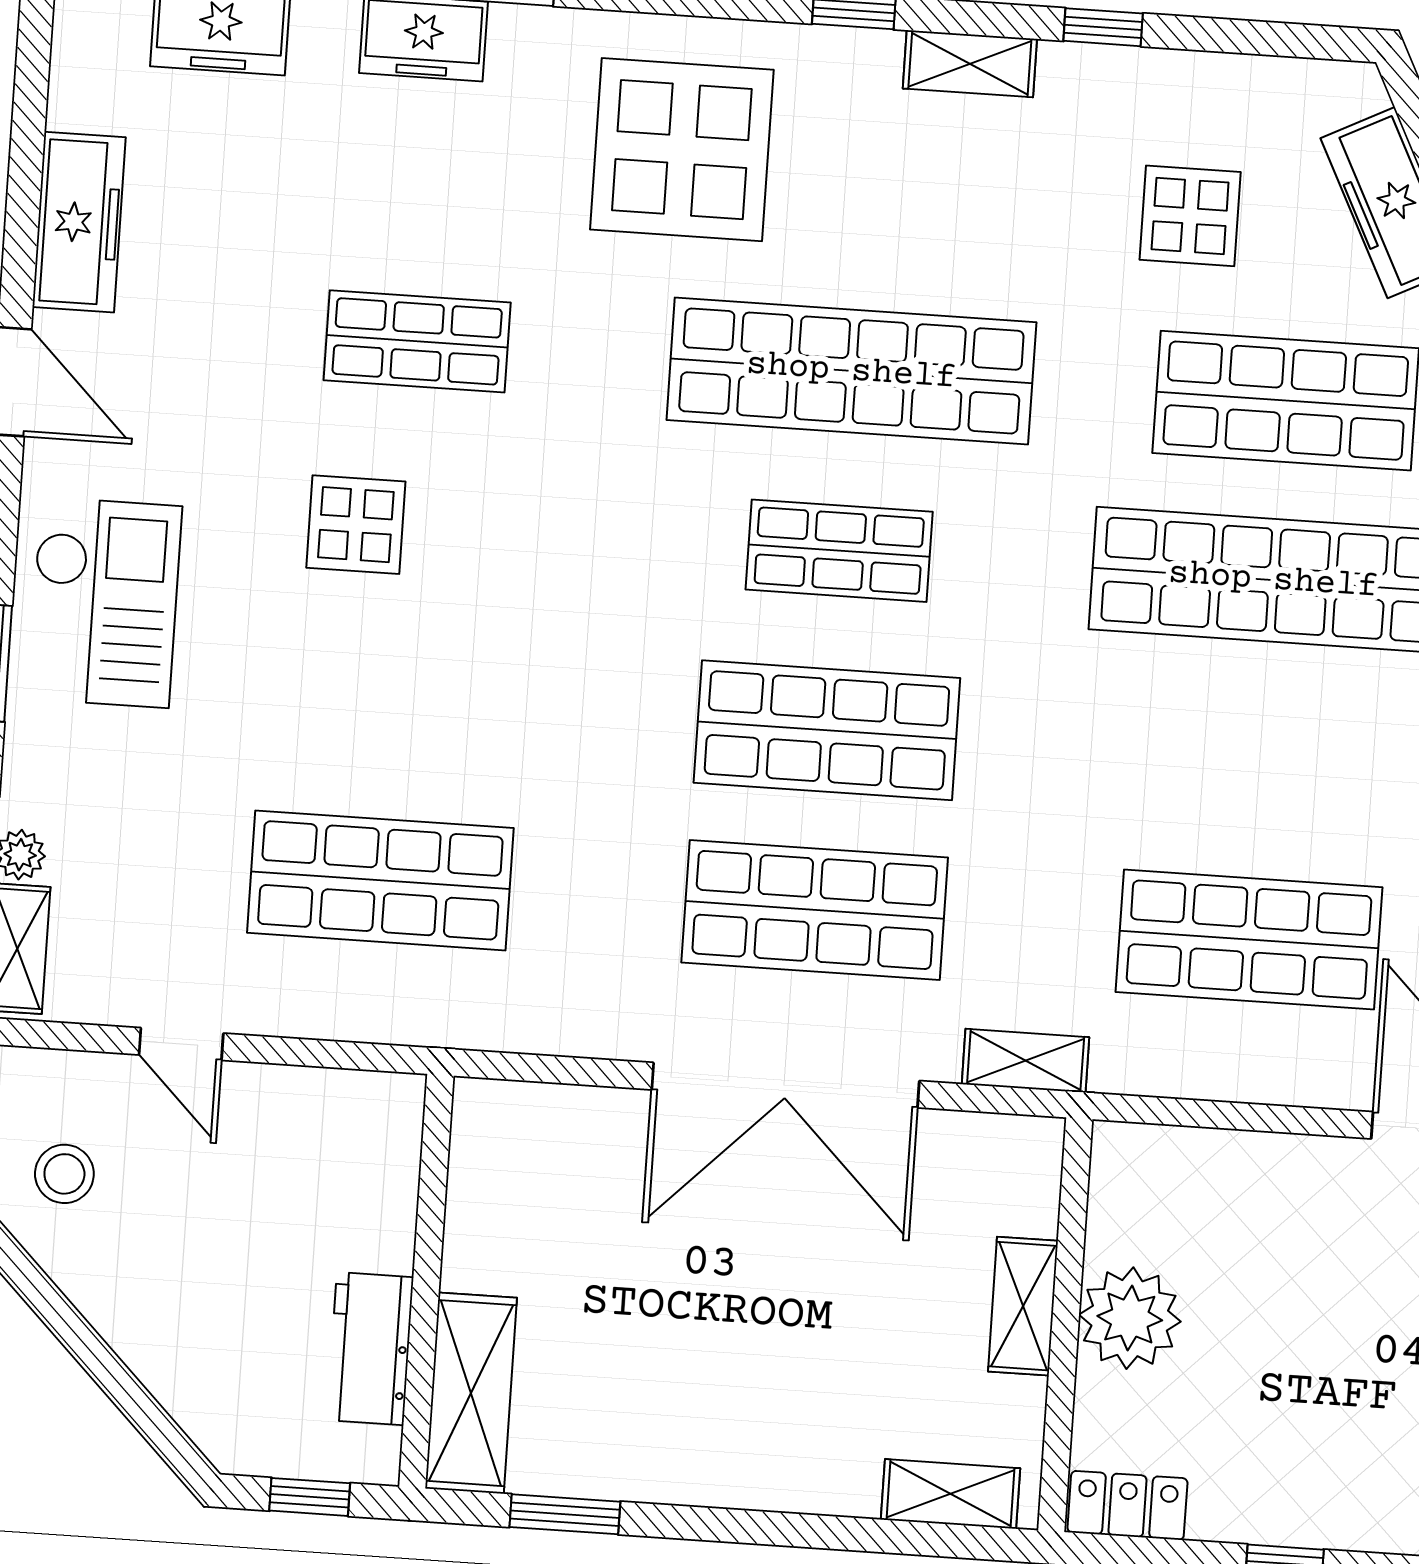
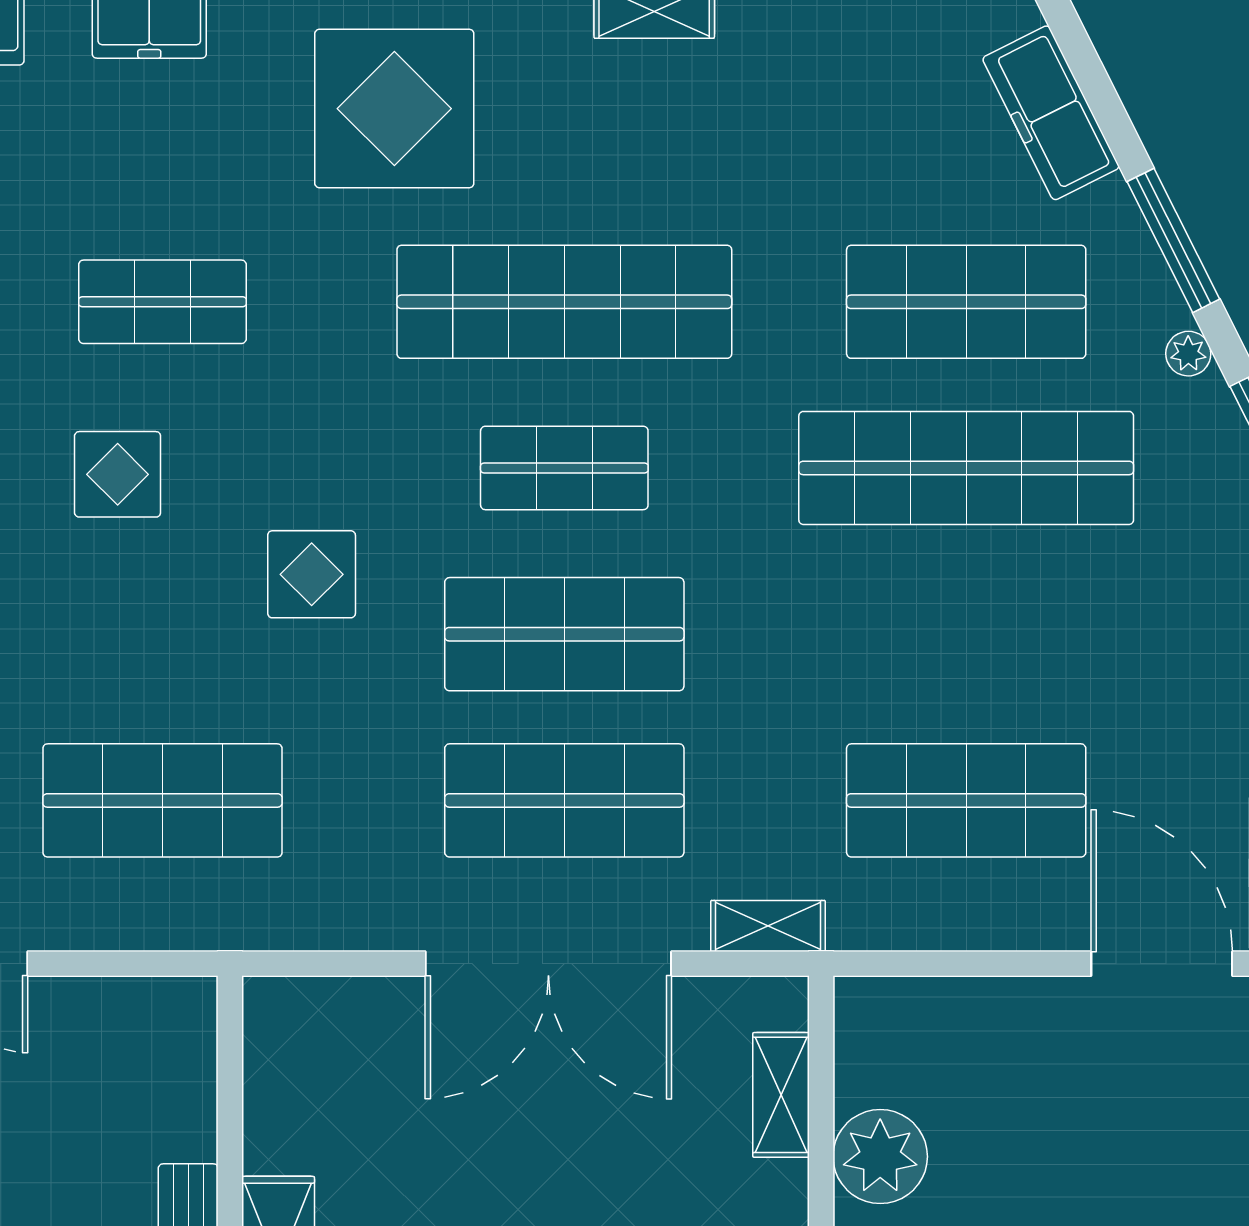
display table: (1190, 216) -> (312, 574), moved
shelving: (1023, 1306) -> (781, 1095), moved

